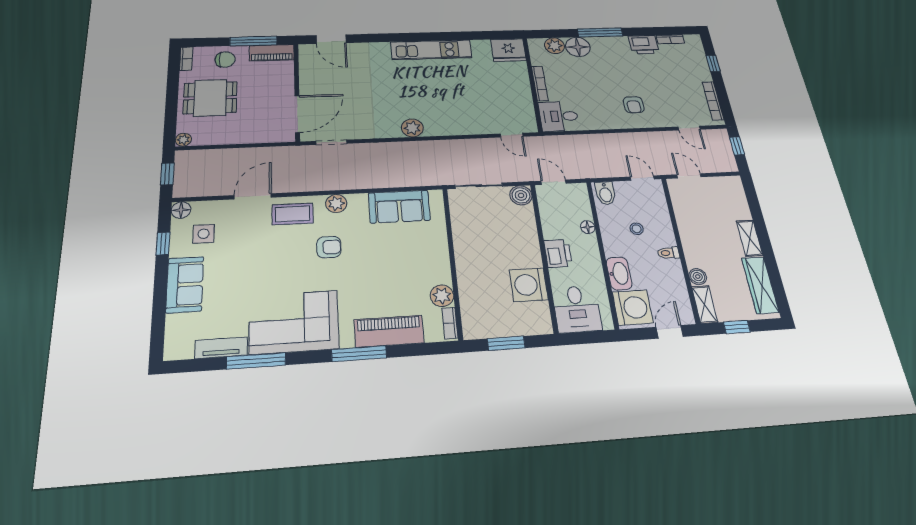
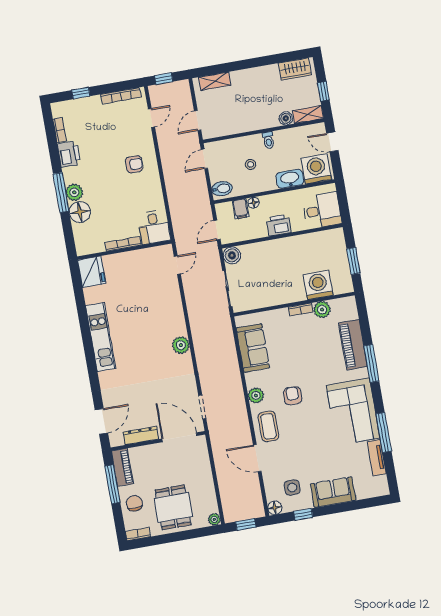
plant: (554, 46) -> (74, 192), moved
dresser: (307, 75) -> (141, 435), added
filing cabinet: (580, 211) -> (241, 209), added
shelving: (750, 238) -> (215, 81), moved
washing machine: (529, 285) -> (318, 285), moved, turned 180
wardrobe: (760, 285) -> (295, 69), width x0.67
bookcase: (450, 323) -> (300, 310), moved

